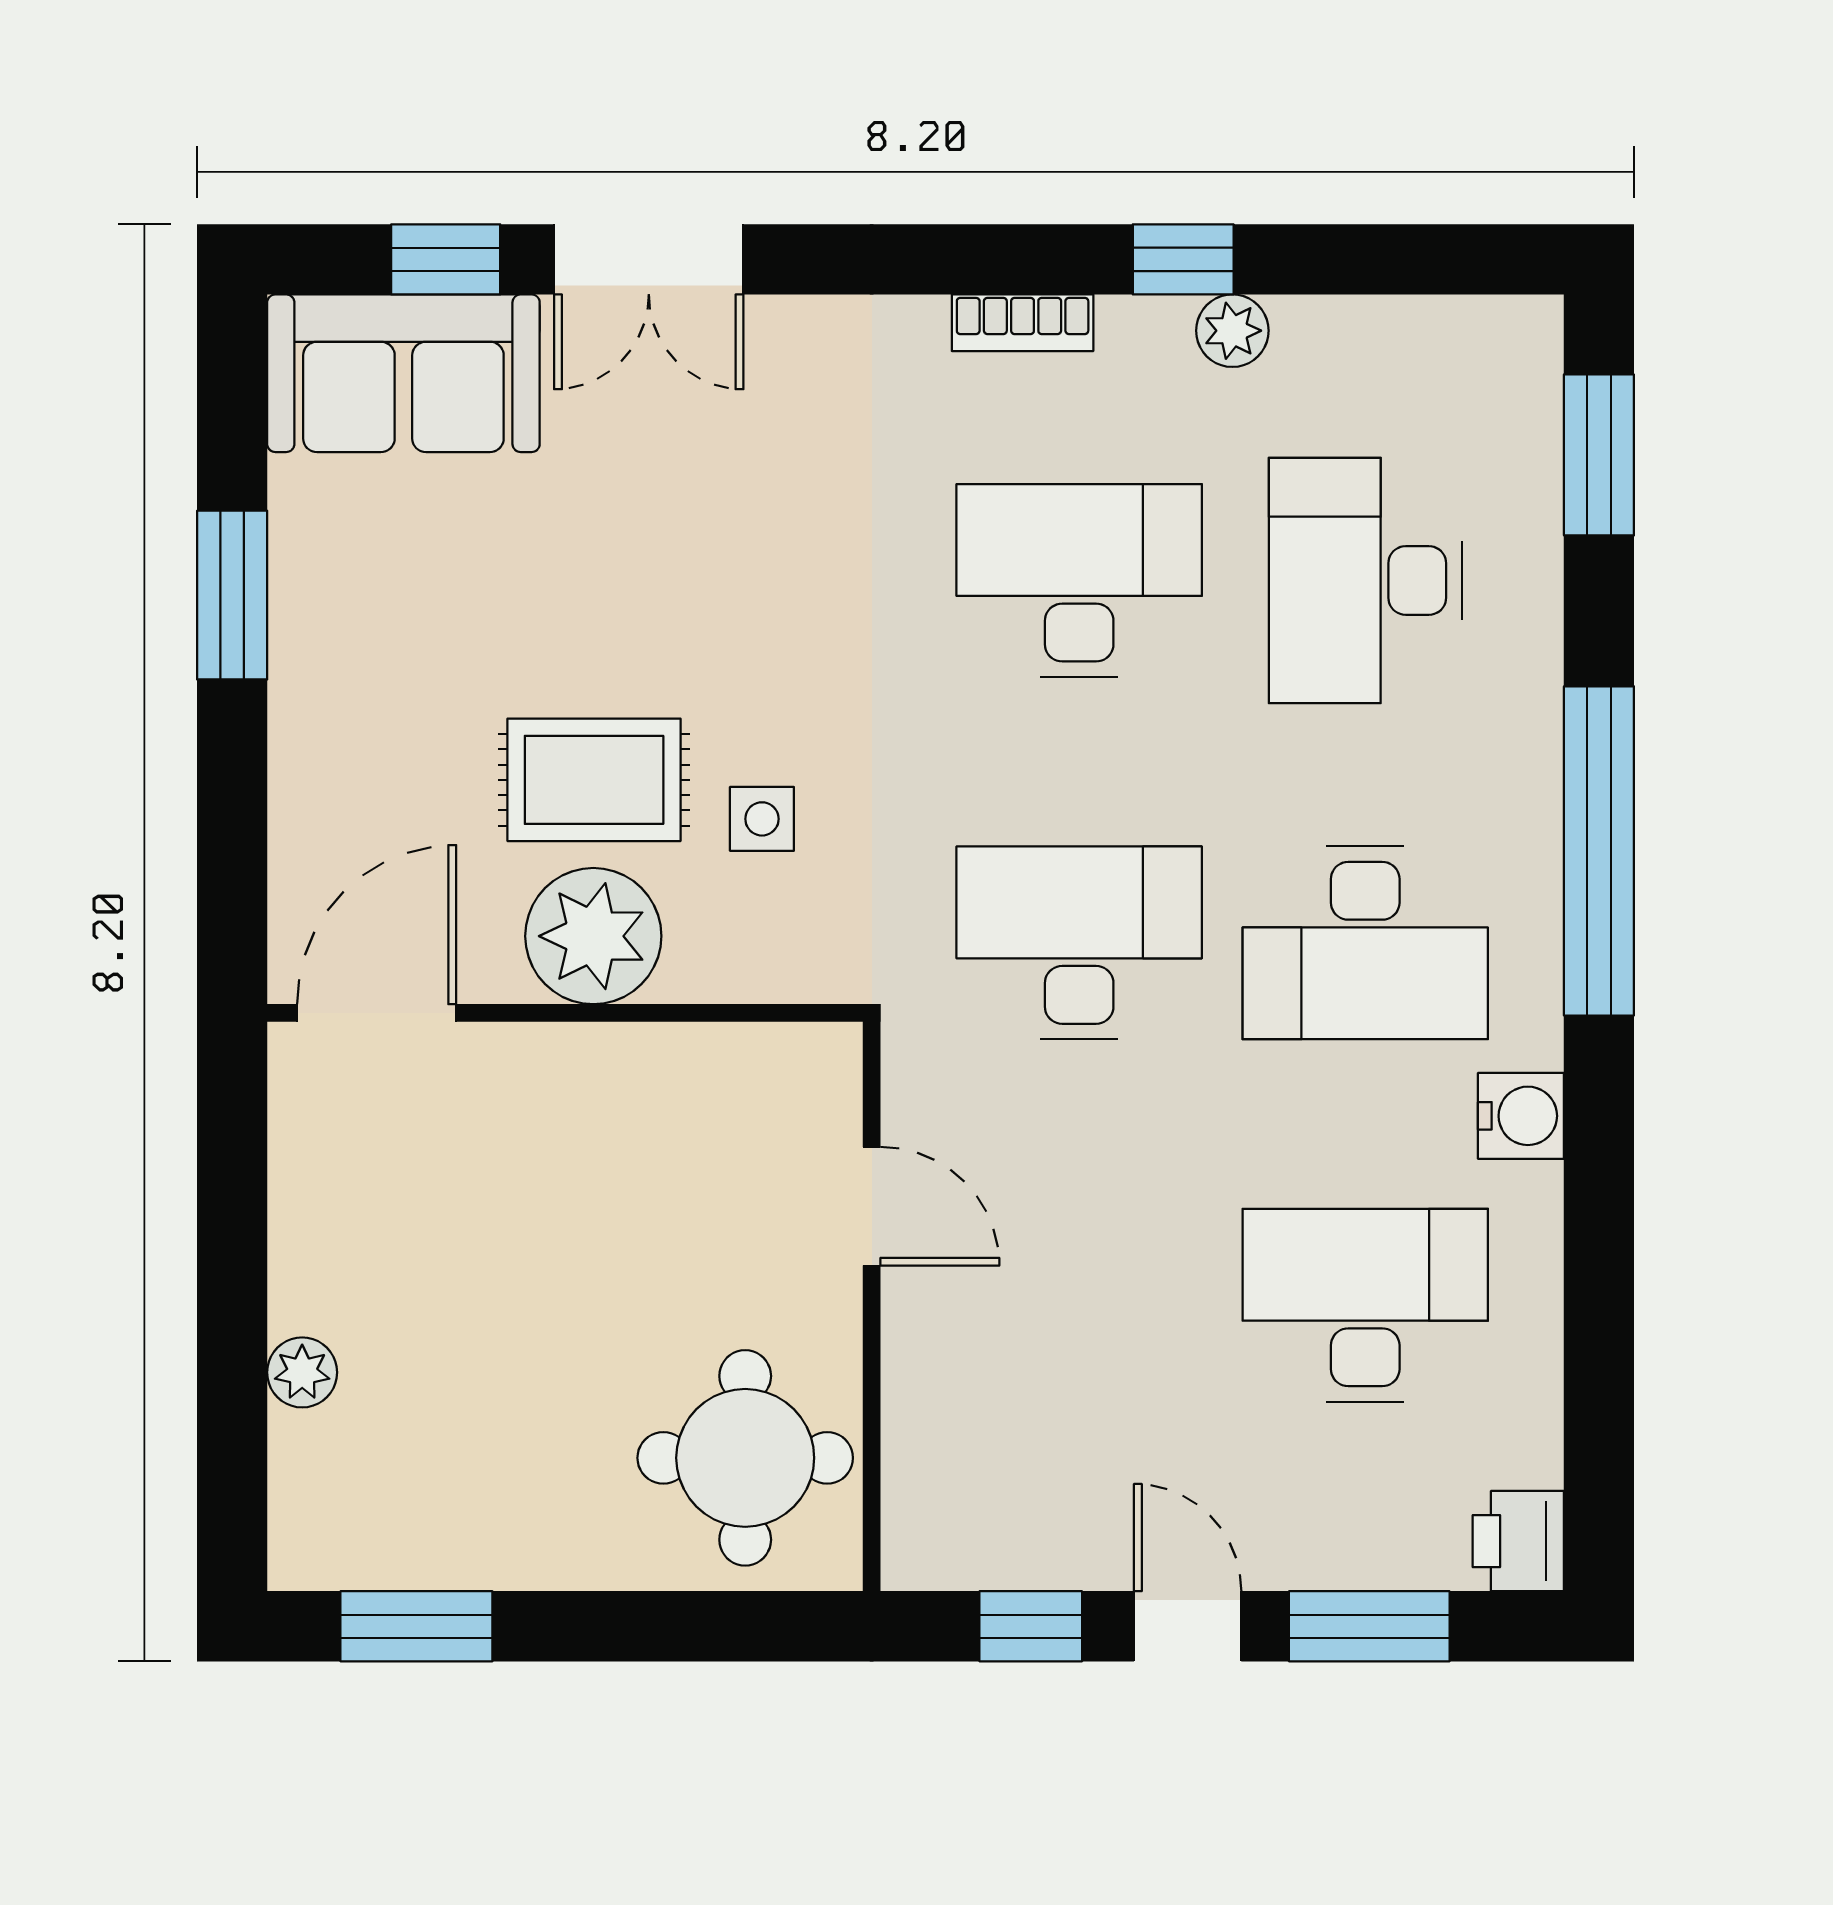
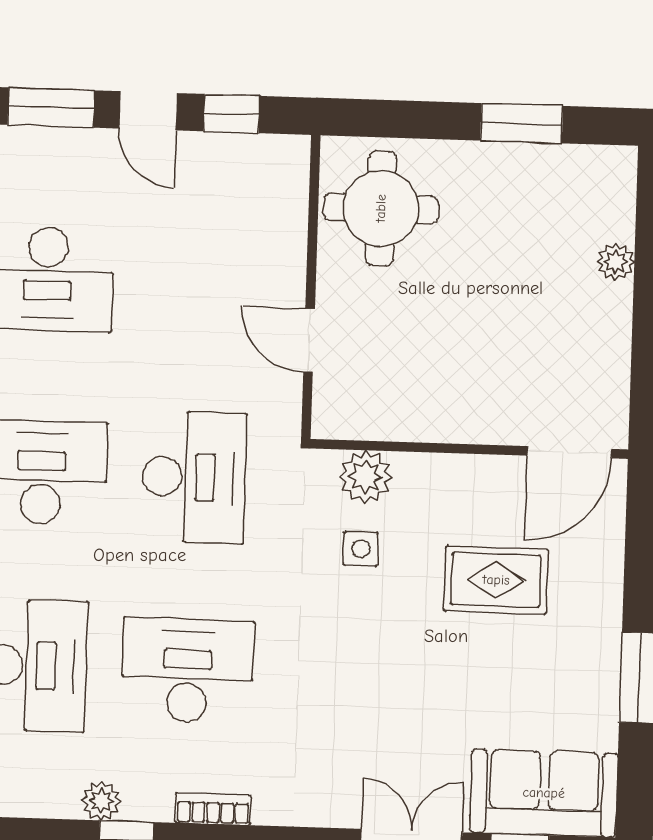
desk: (1079, 580) -> (187, 670), turned 180
rug: (594, 780) -> (496, 580), moved
plant: (593, 936) -> (365, 477), moved, width x0.73, depth x0.73
desk: (1079, 943) -> (194, 477), turned -90
window: (416, 1626) -> (522, 123), moved

